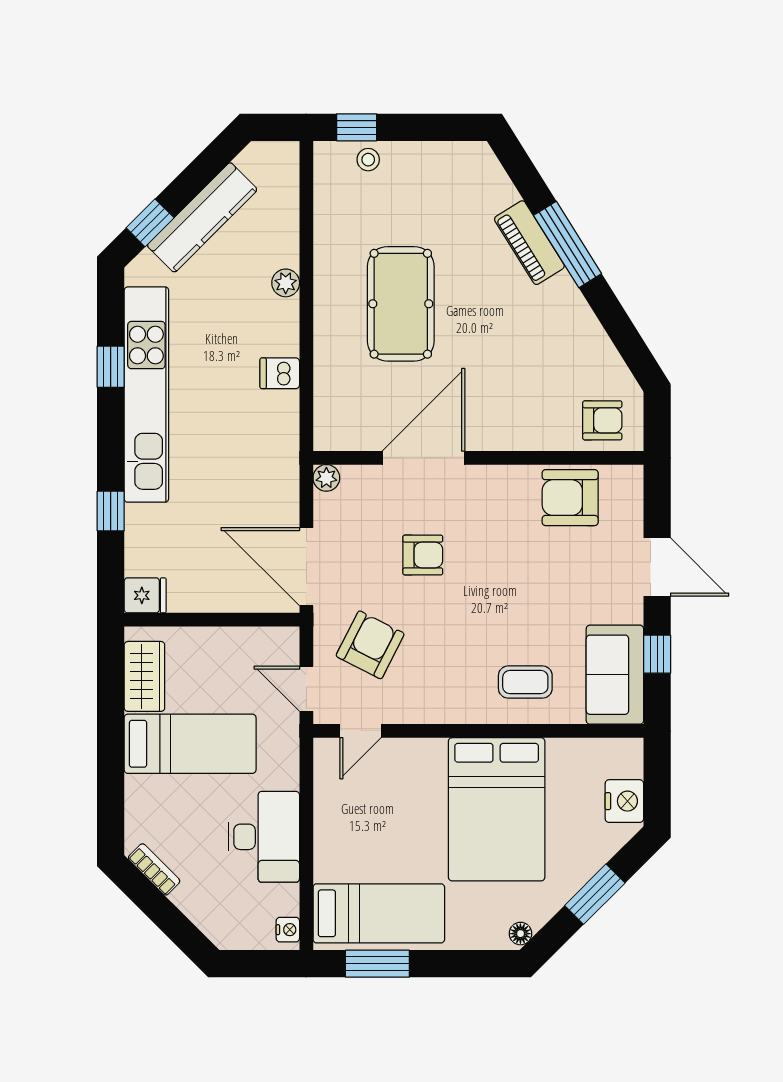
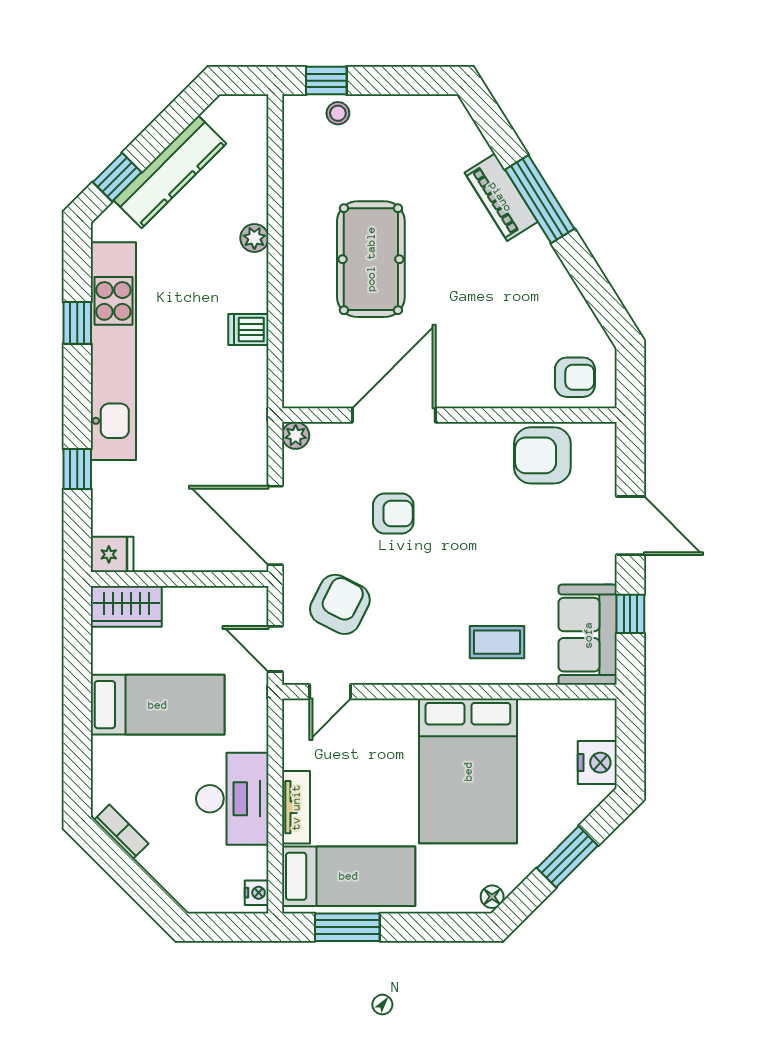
wardrobe: (144, 676) -> (126, 606), moved, turned 90
tv unit: (327, 845) -> (296, 807), added

